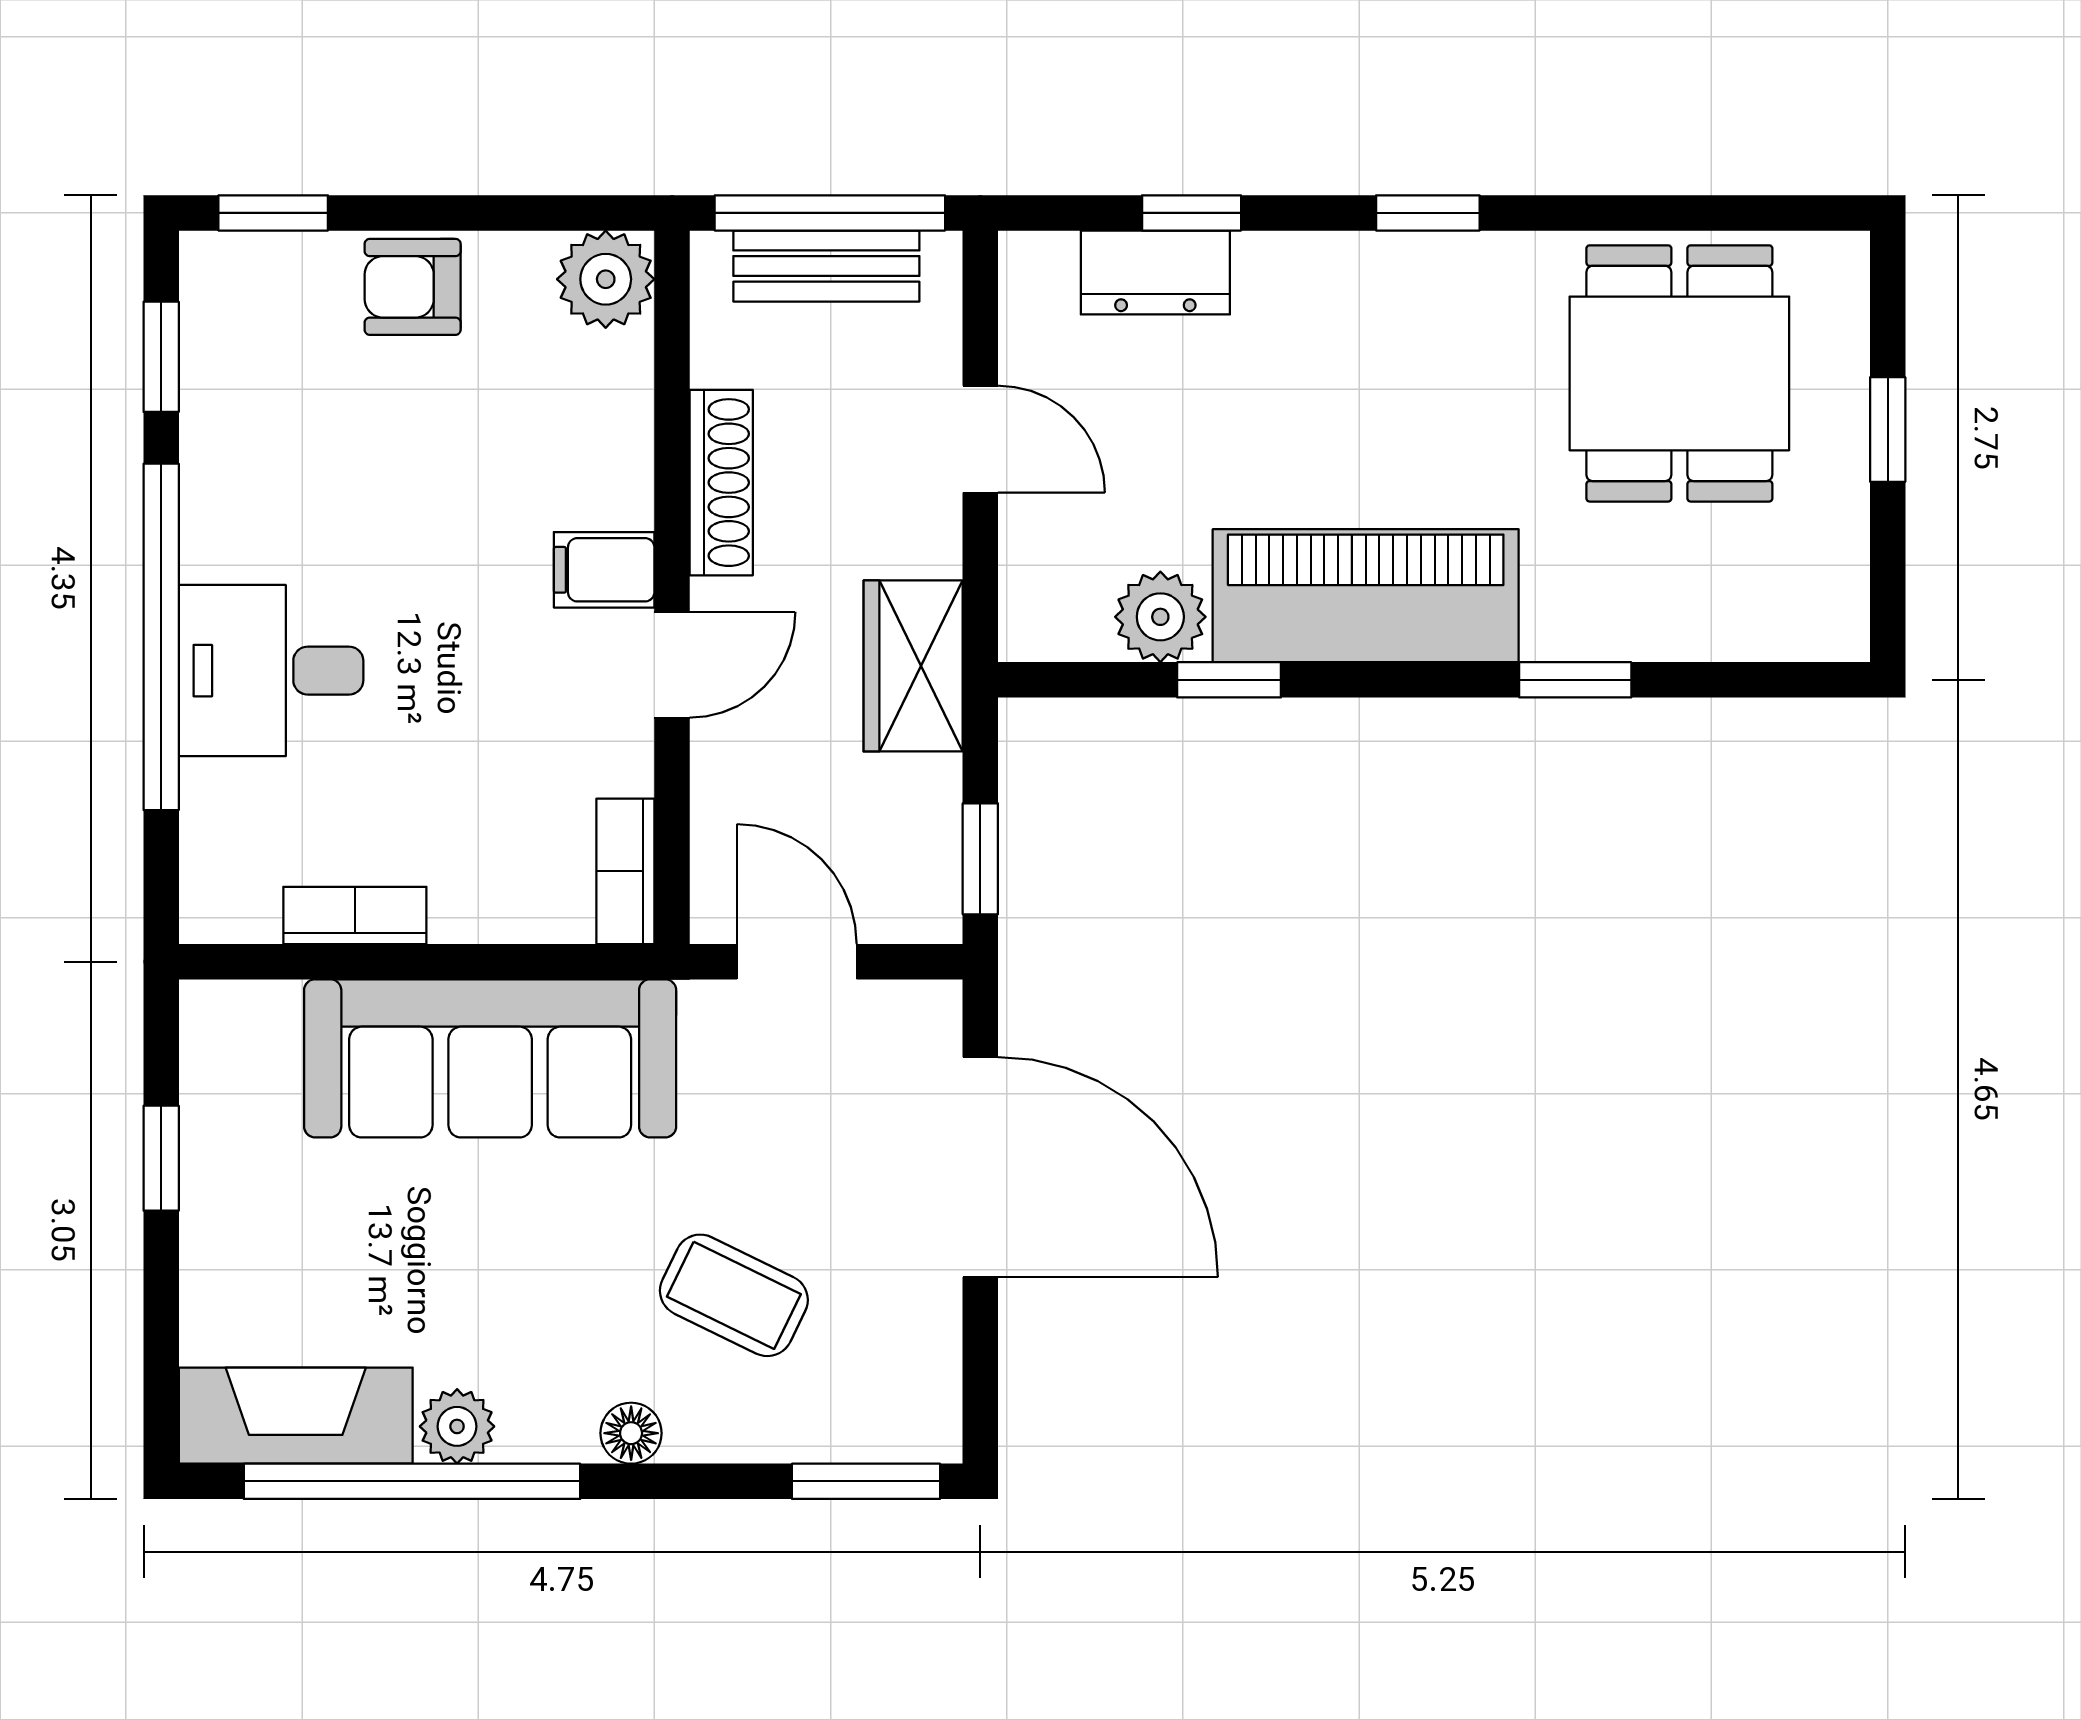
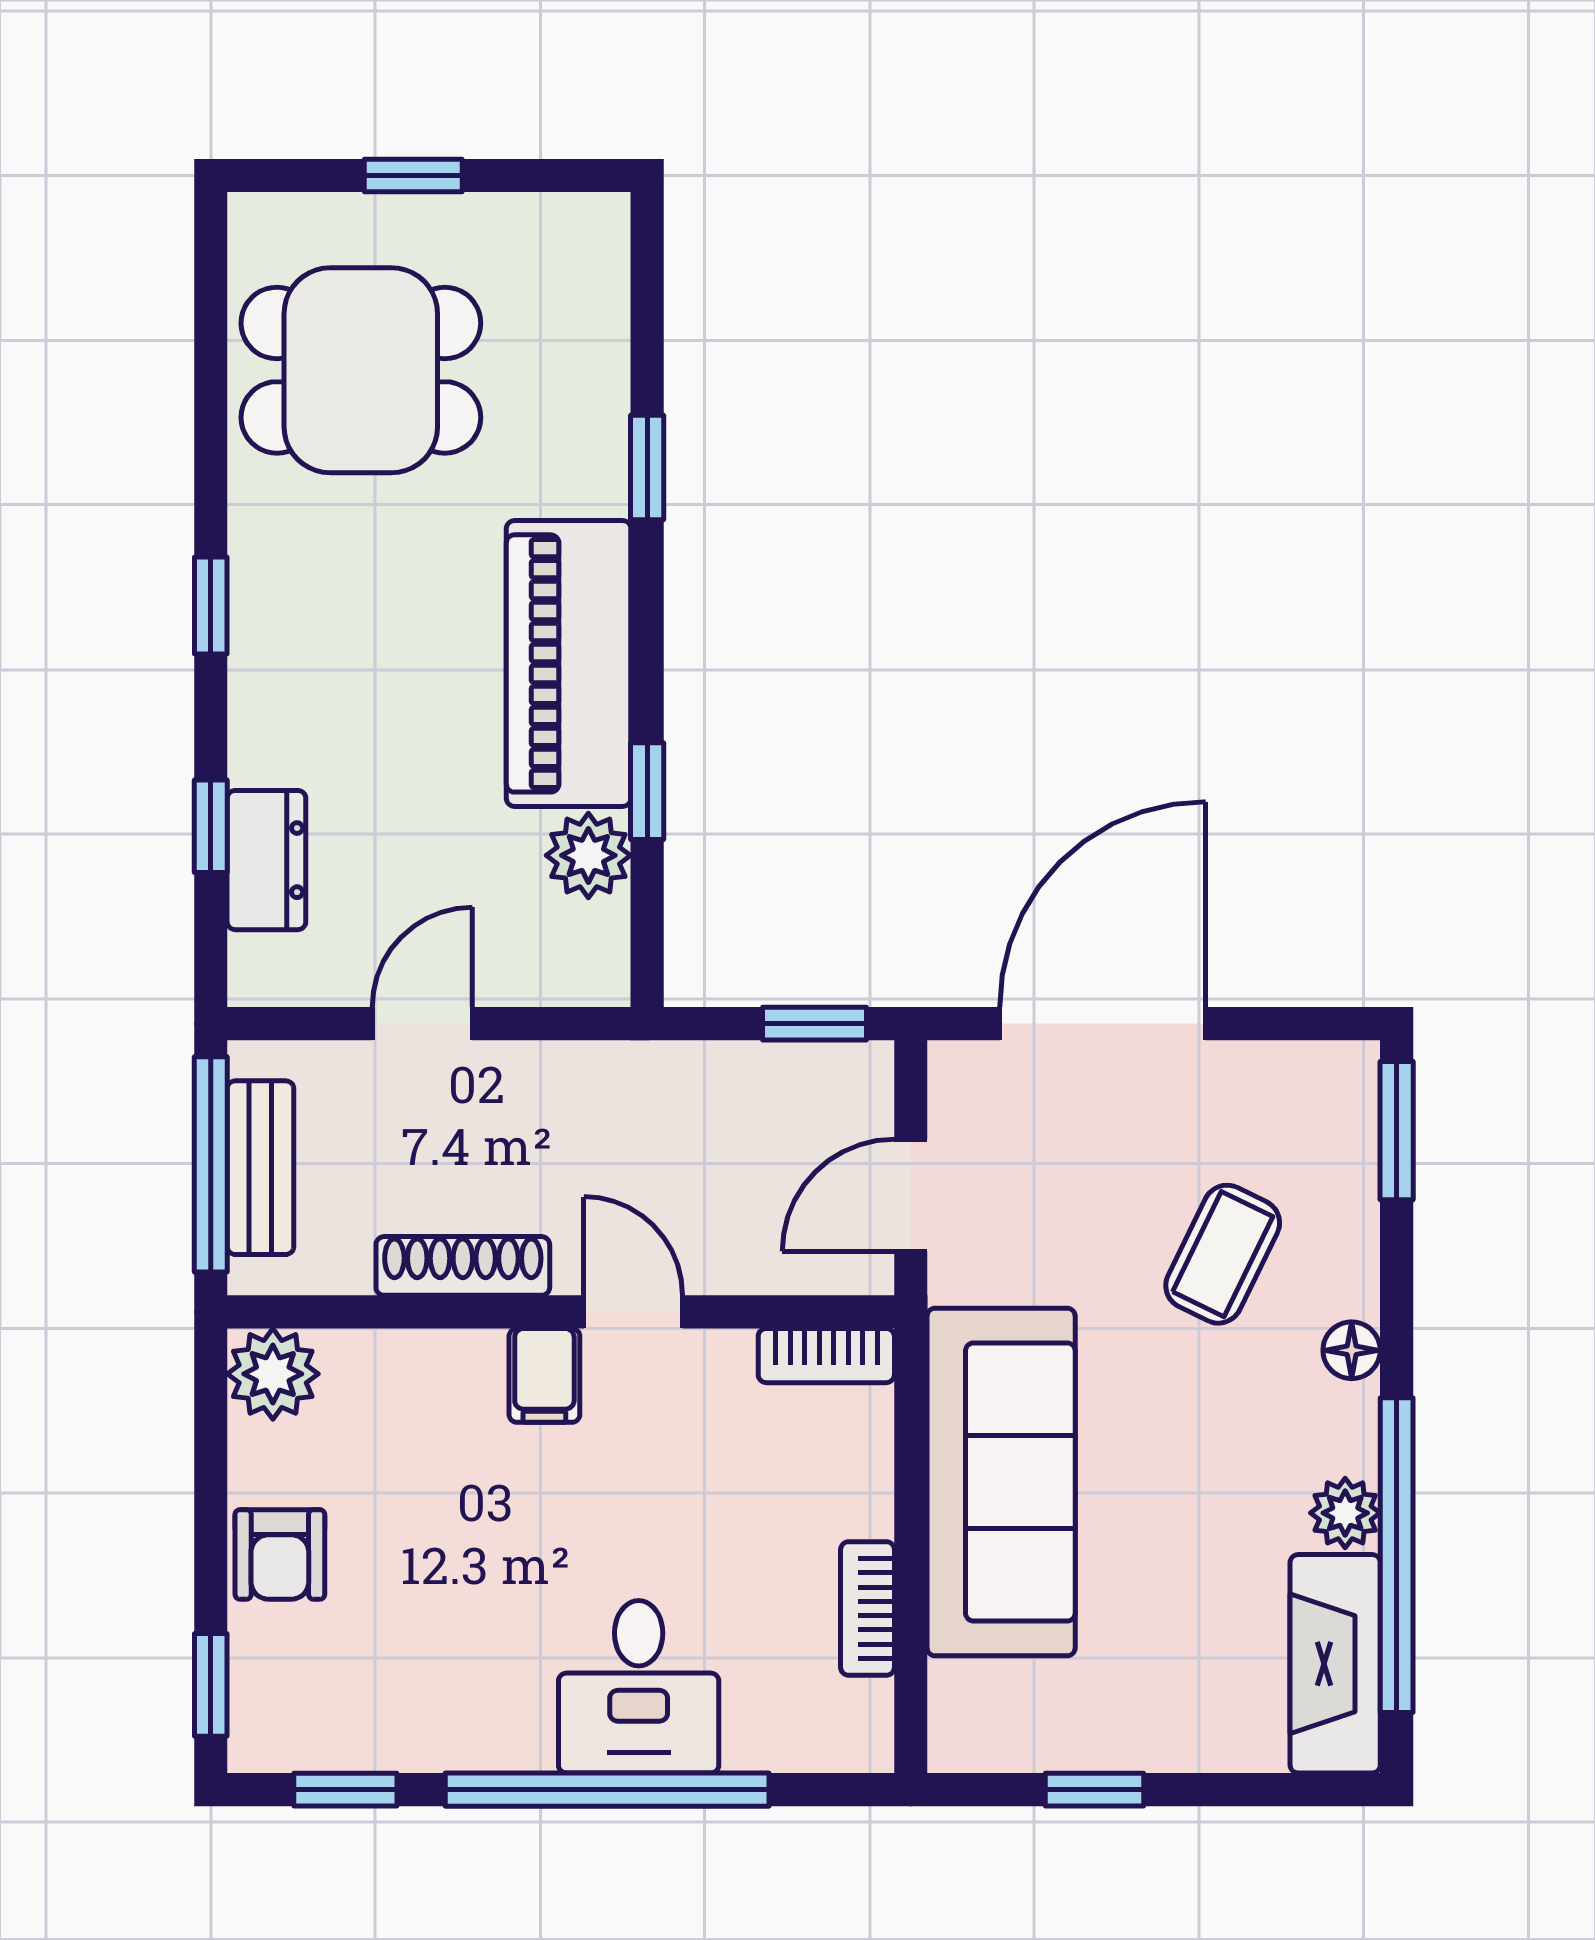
wardrobe: (913, 666) -> (634, 1087), removed

